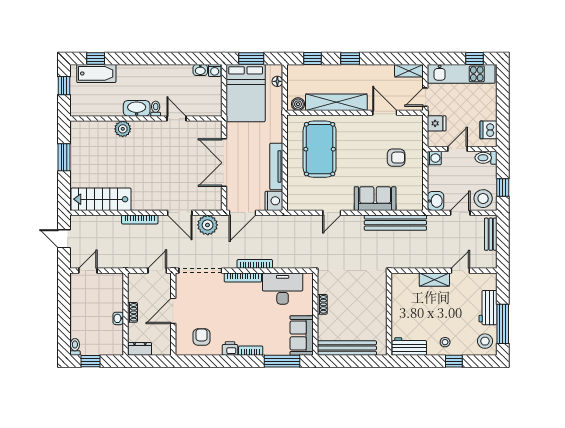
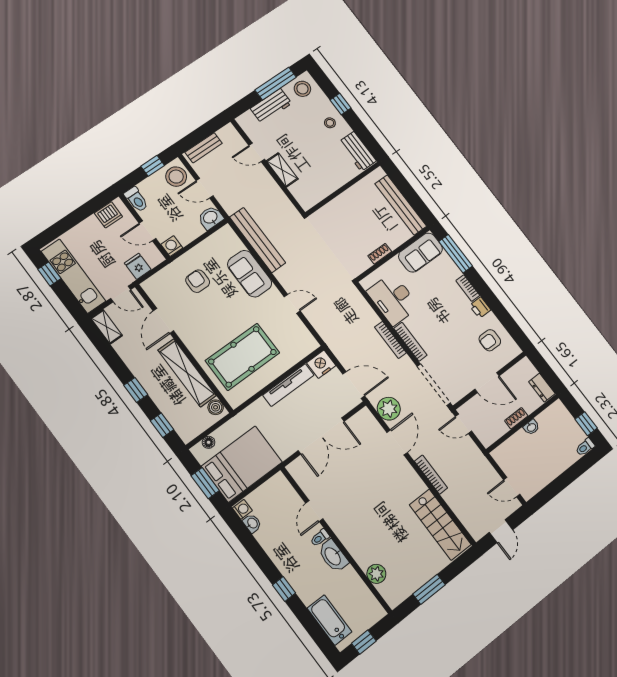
window: (96, 58) -> (284, 589), moved
plant: (123, 129) -> (376, 574), moved

